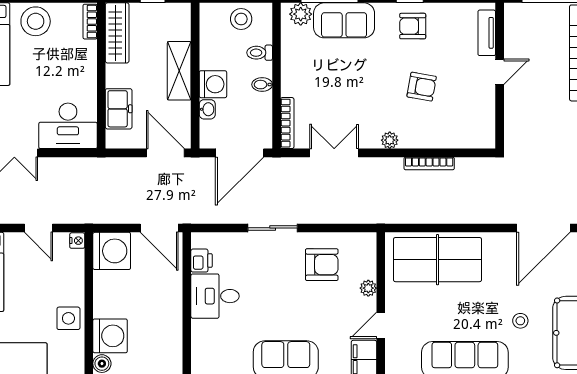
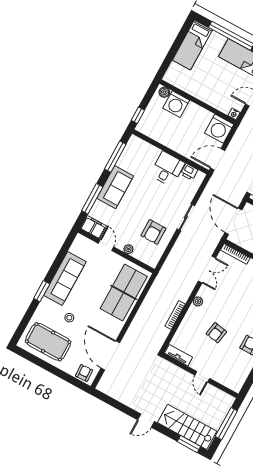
tv unit: (487, 33) -> (179, 355), moved
side table: (68, 318) -> (197, 88), removed

